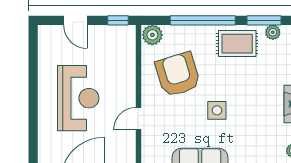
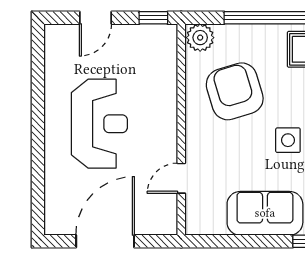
door: (75, 20) -> (95, 18), hinge flipped
door: (138, 119) -> (181, 178), moved

